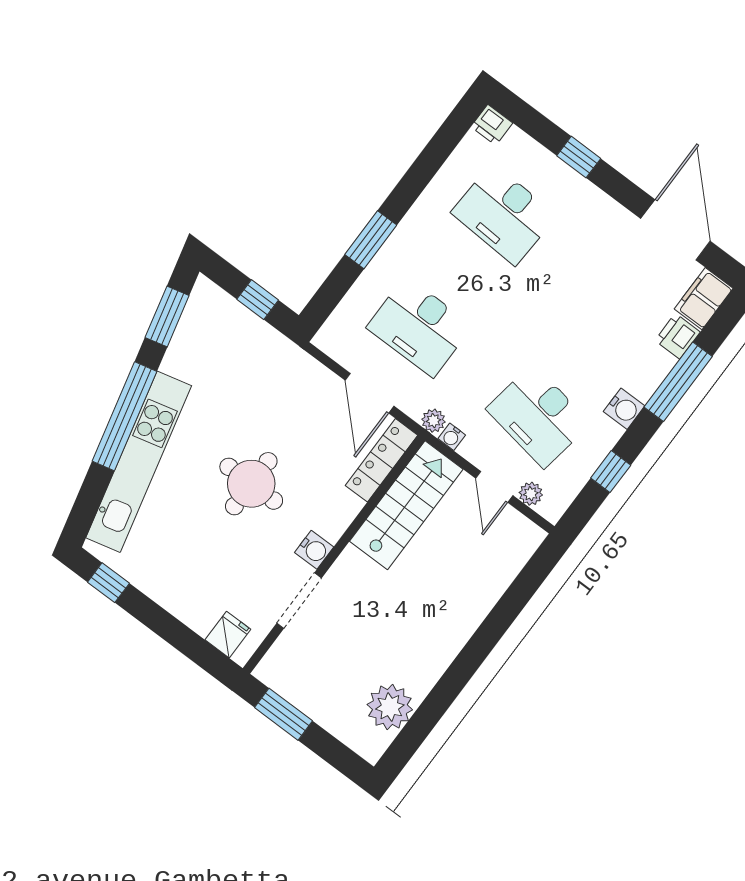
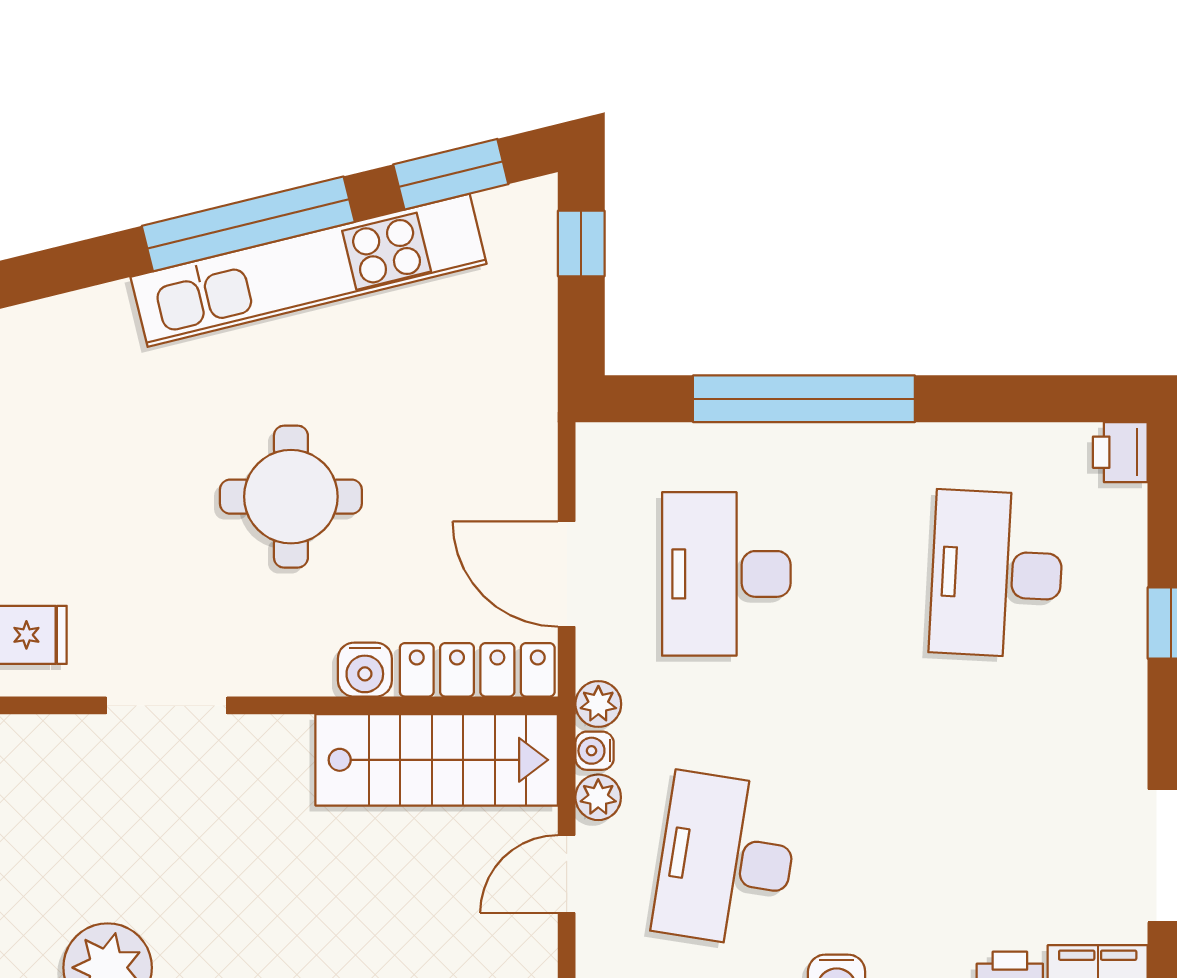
window: (371, 240) -> (804, 399), width x2.11
window: (258, 300) -> (581, 244), moved
door: (370, 393) -> (567, 574), hinge flipped
kitchen unit: (139, 462) -> (309, 270), moved
plant: (531, 494) -> (598, 797), moved
water cooler: (314, 550) -> (365, 670), moved

